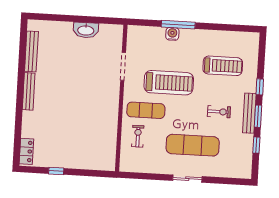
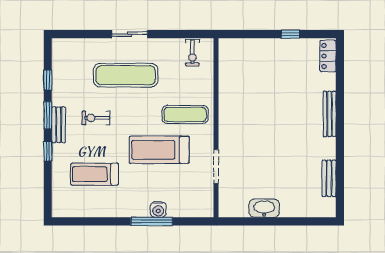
bench: (31, 51) -> (329, 178), width x0.73
bench: (29, 91) -> (330, 114), moved
bench: (249, 113) -> (59, 125), width x0.73
exercise bike: (138, 136) -> (192, 53), moved

